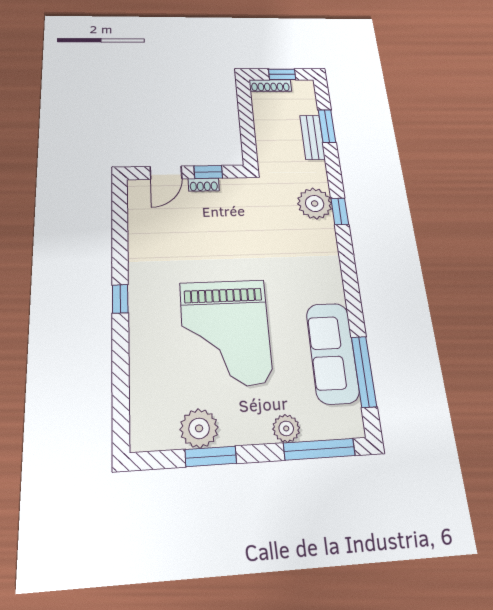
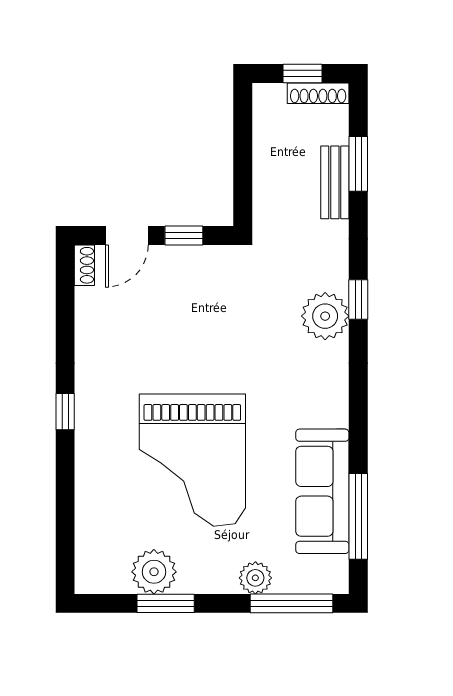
shoe rack: (270, 85) -> (318, 93), moved
shoe rack: (204, 185) -> (84, 265), moved, turned -90
plant: (315, 203) -> (325, 316), moved

